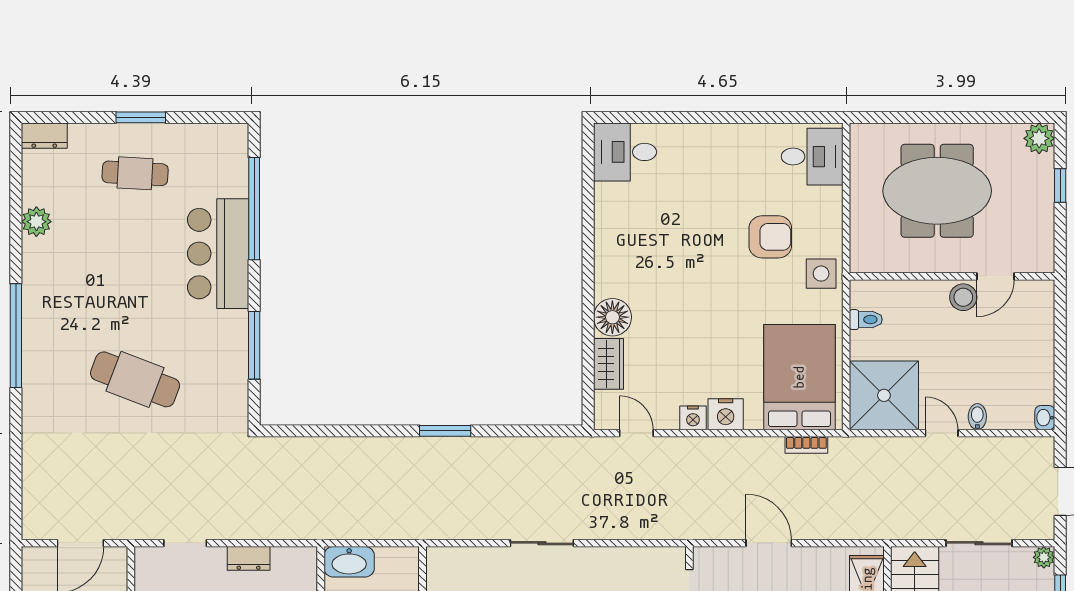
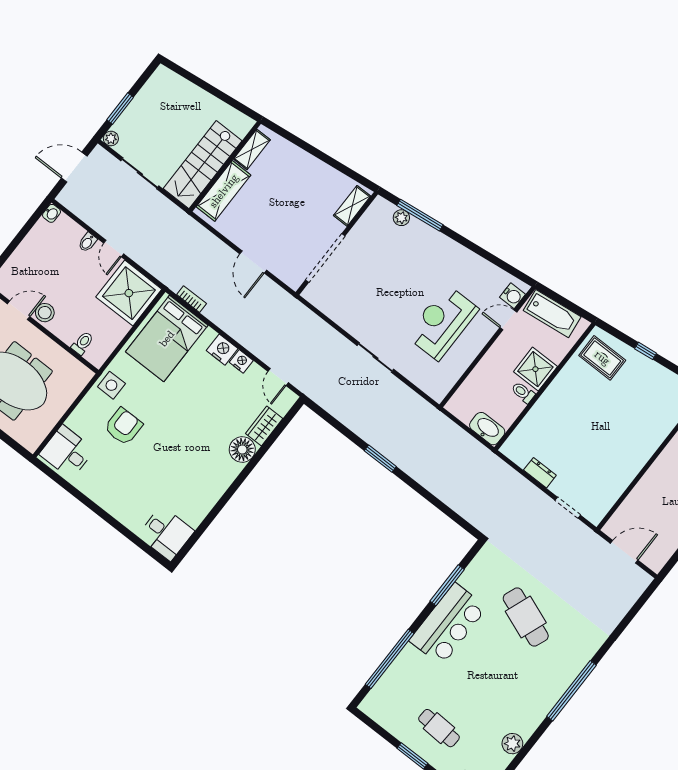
armchair: (770, 237) -> (123, 426), turned 90
bar counter: (218, 254) -> (448, 624), moved
toilet: (866, 320) -> (83, 343), moved, turned 90

